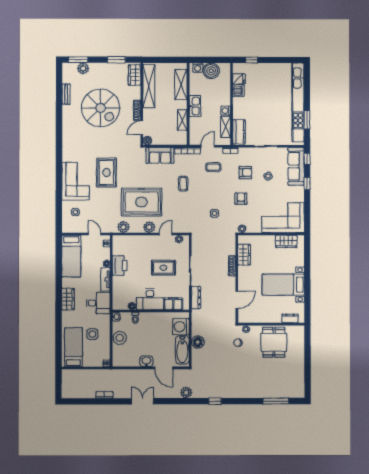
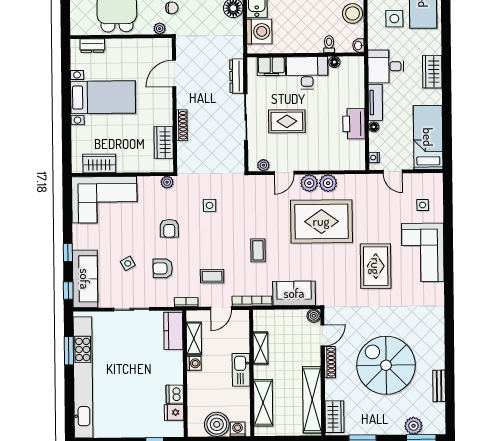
plant: (123, 227) -> (328, 183), moved

